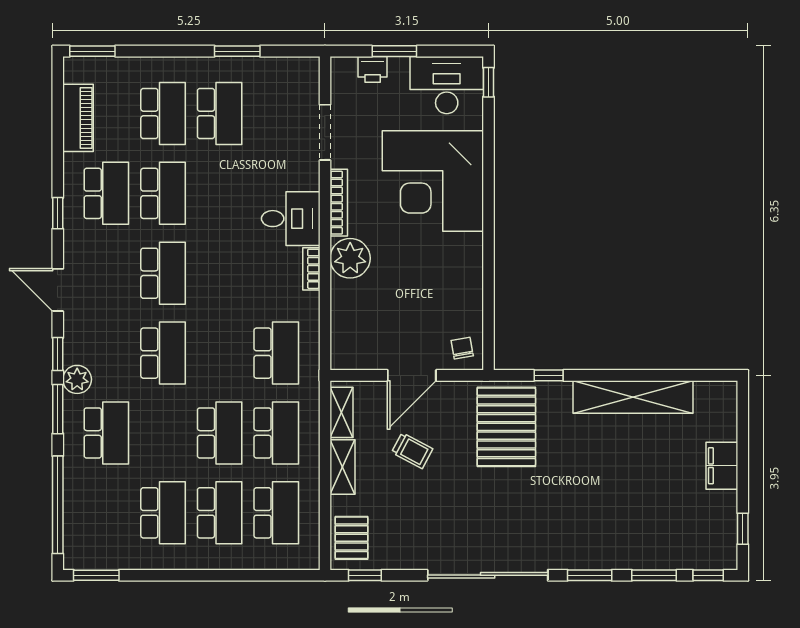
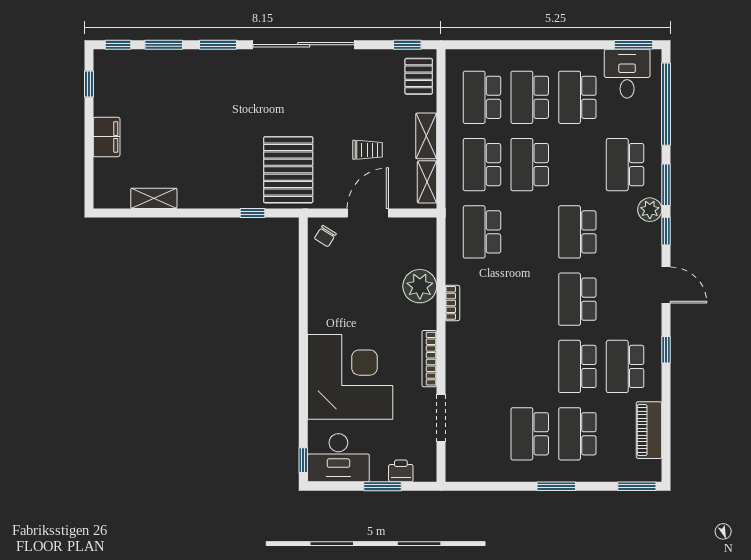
window: (237, 51) -> (556, 486), moved
desk: (291, 219) -> (627, 74), moved, turned 90
plant: (350, 258) -> (420, 286), moved
chair: (462, 348) -> (325, 236), turned 42
shelving: (633, 397) -> (154, 198), width x0.45, depth x0.75
trolley: (412, 451) -> (367, 150), turned 152

